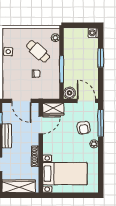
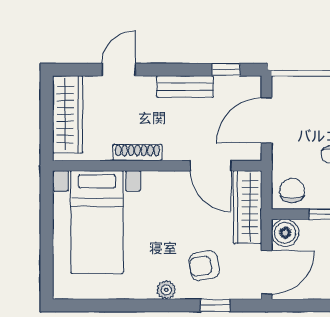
chair: (51, 90) -> (292, 191), added
wardrobe: (53, 109) -> (247, 207), width x1.50
window: (101, 123) -> (215, 305), width x0.46

